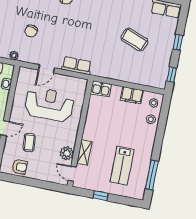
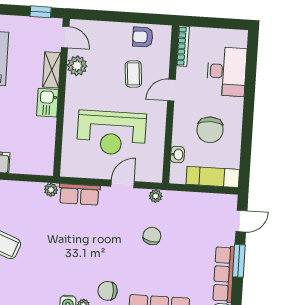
plant: (14, 55) -> (156, 196), moved
plant: (96, 71) -> (51, 190), added
kitchen sink: (101, 89) -> (48, 103), moved, turned -90
window: (100, 196) -> (41, 12), moved

